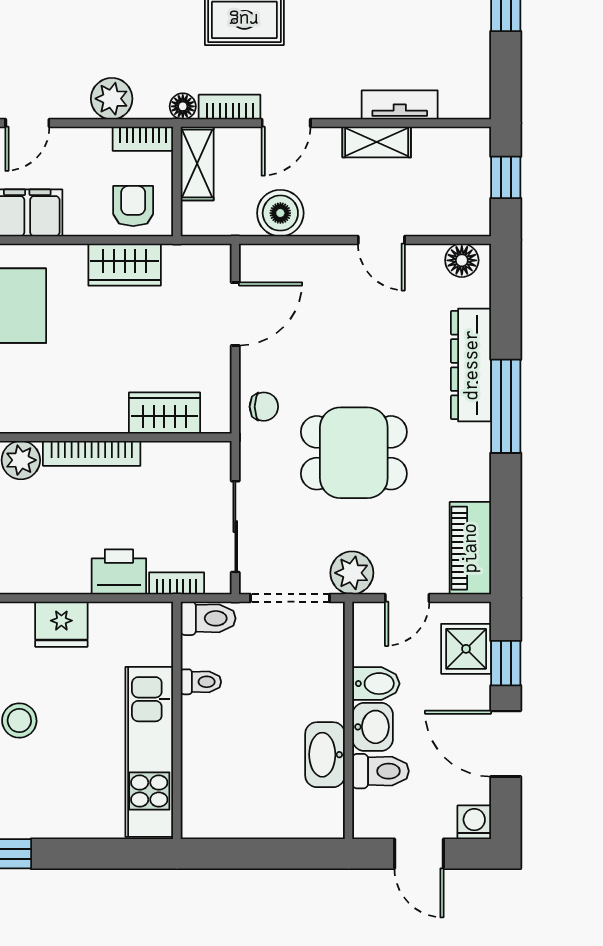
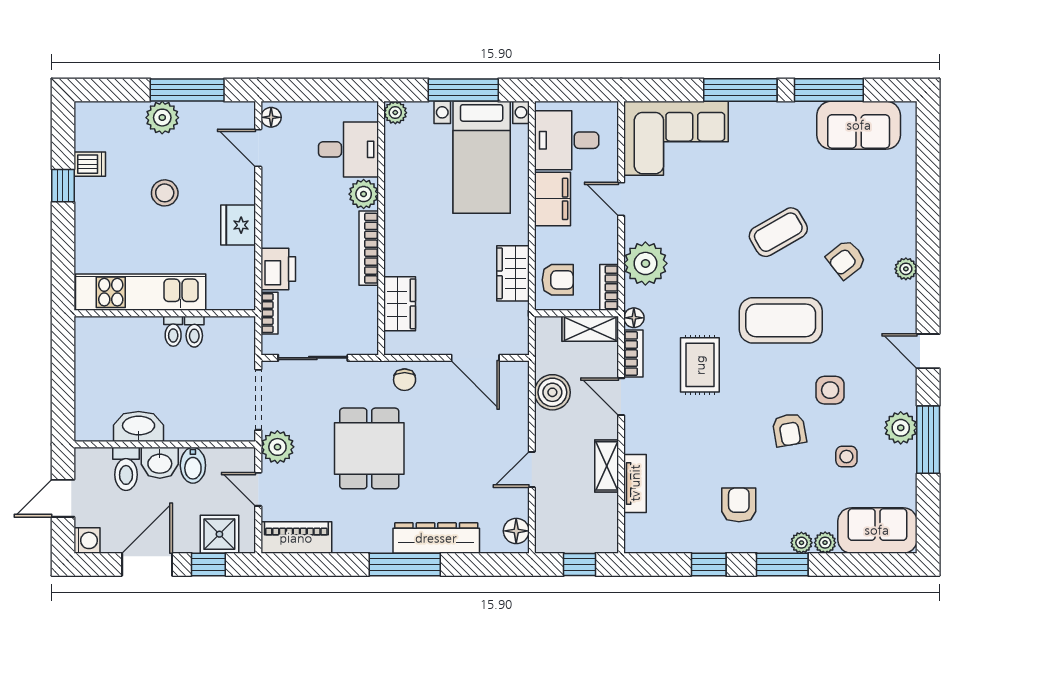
plant: (112, 99) -> (645, 263), width x1.36, depth x1.36
toilet: (208, 618) -> (173, 331), moved, width x0.73, depth x0.72

